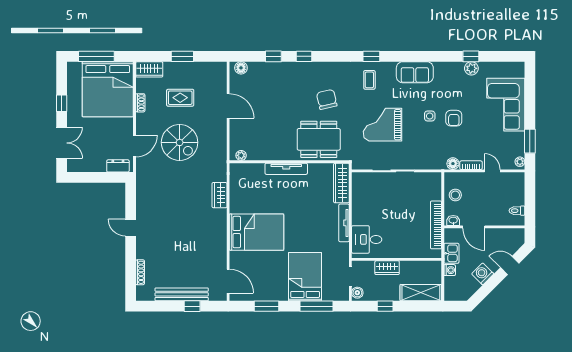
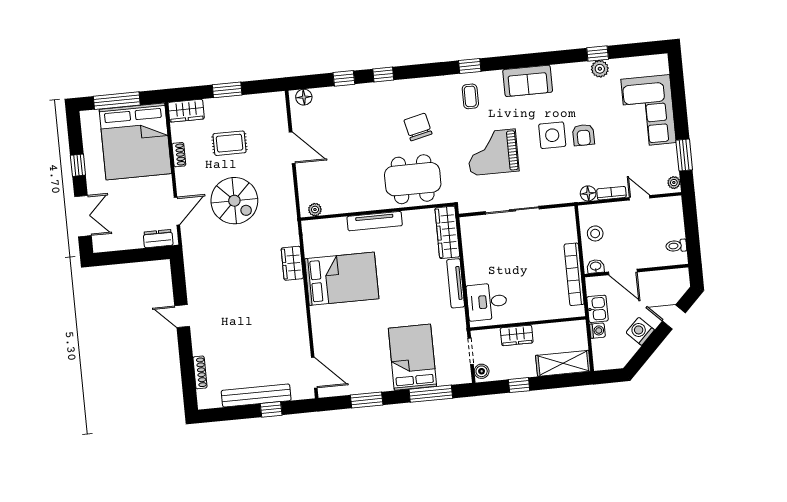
side table: (430, 116) -> (552, 135), width x1.87, depth x1.87
bed: (256, 232) -> (342, 279), moved

